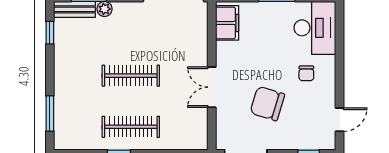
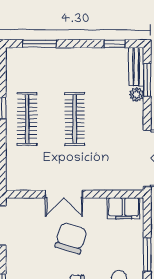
double door: (212, 87) -> (64, 194), swing flipped
chair: (267, 104) -> (71, 238), moved

